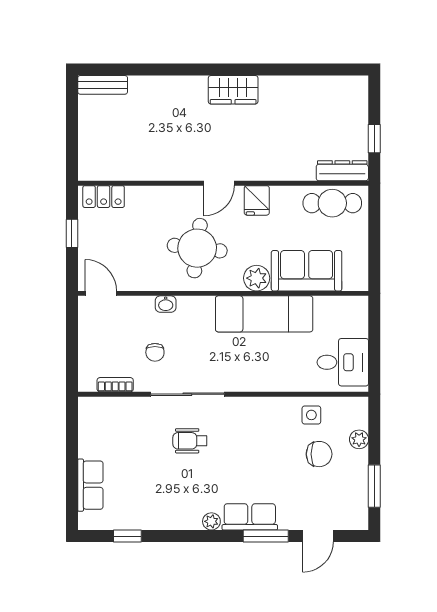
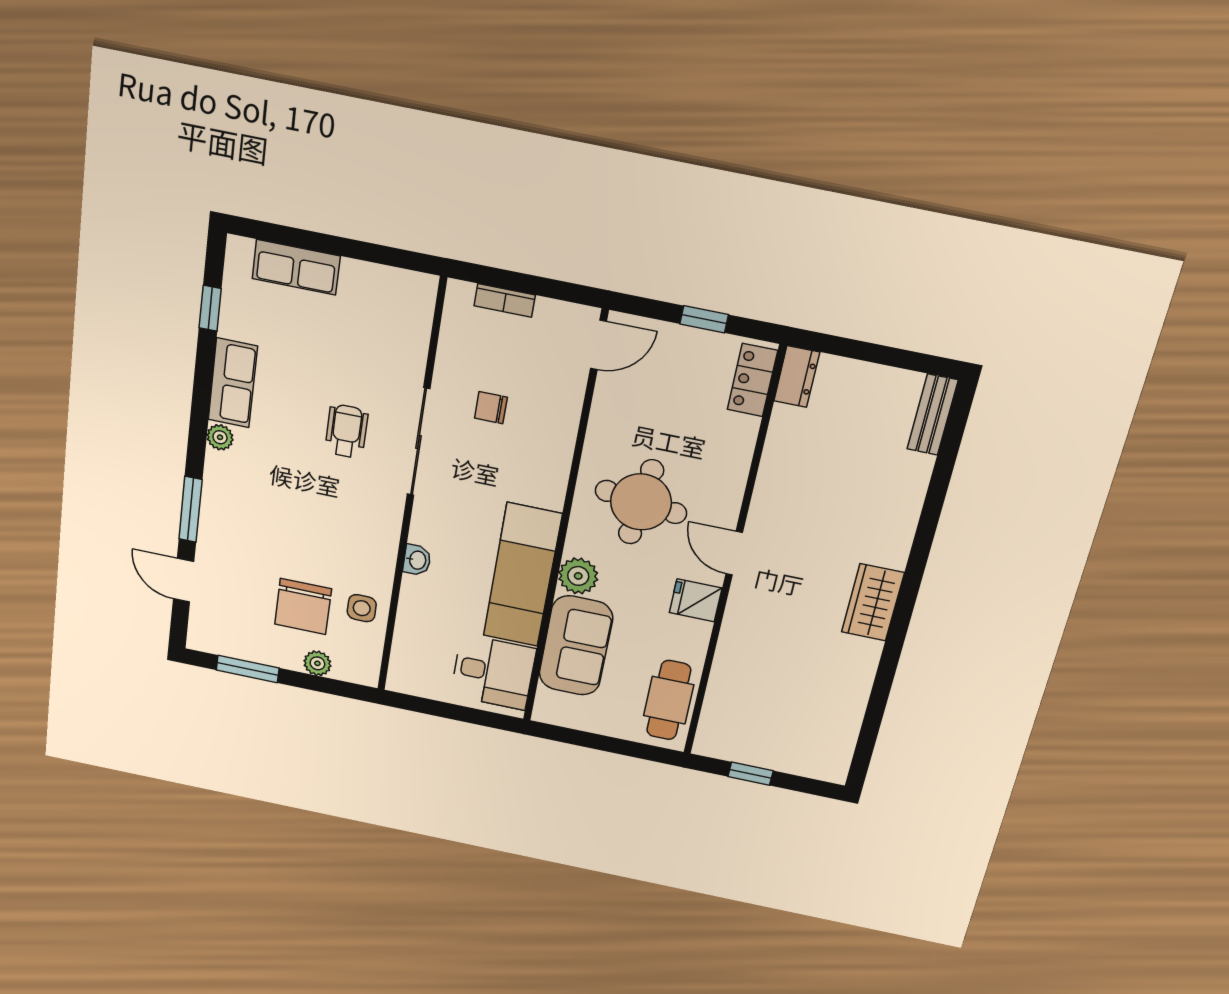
dresser: (342, 171) -> (797, 377), moved, width x0.70
washbasin: (166, 304) -> (417, 560), moved, turned 180
desk: (343, 362) -> (493, 672), moved, turned -90
bookcase: (115, 385) -> (505, 300), moved, turned 90
chair: (319, 454) -> (303, 607), width x1.37, depth x1.37
row of seats: (250, 517) -> (233, 383), moved

